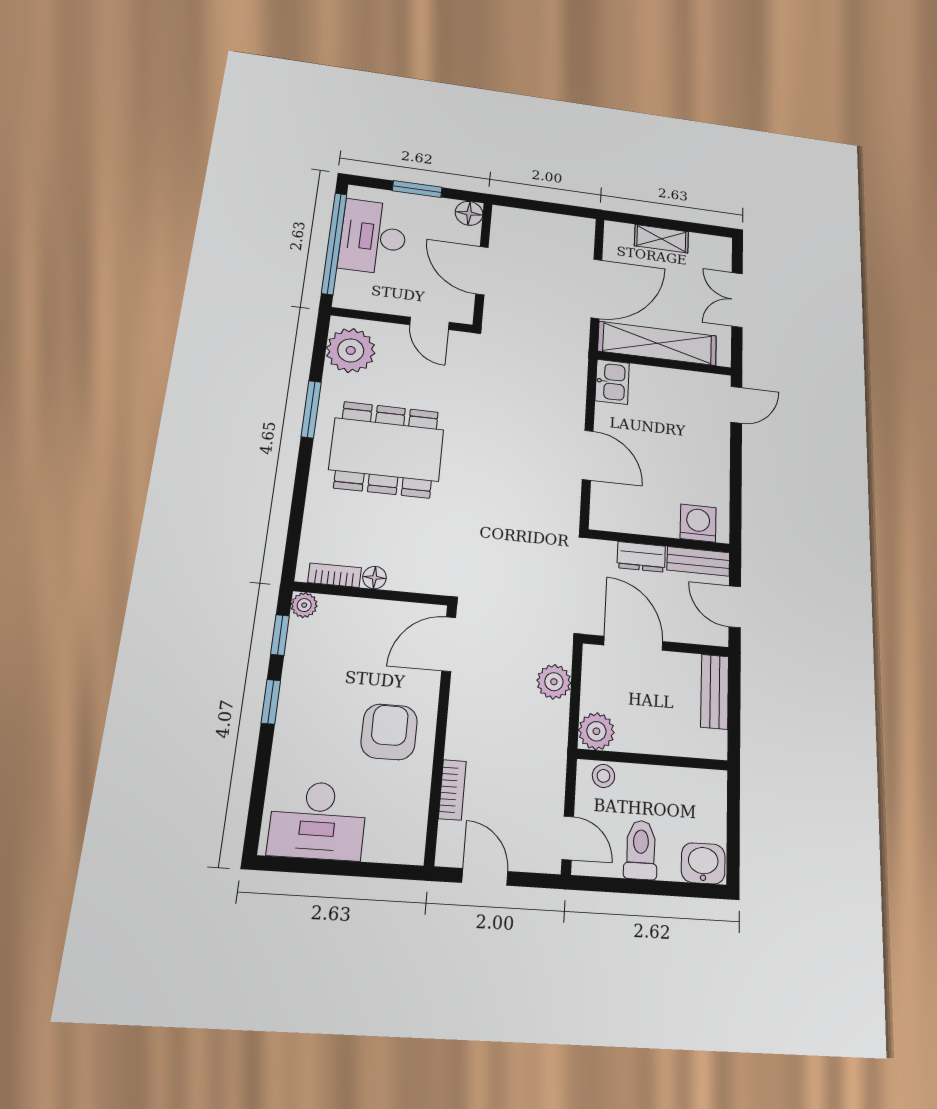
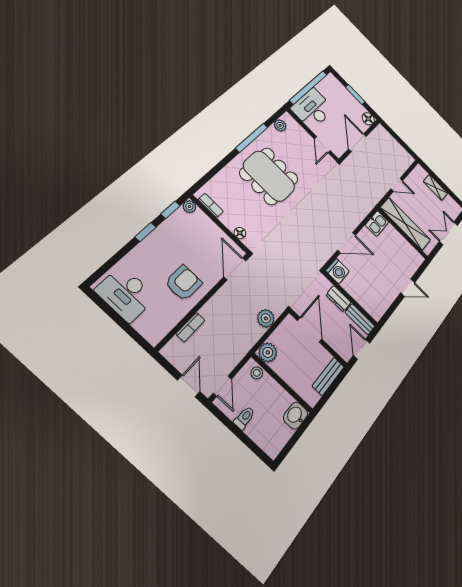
desk: (373, 237) -> (313, 109), moved
door: (596, 289) -> (397, 185), width x0.53
plant: (351, 350) -> (280, 125), width x0.53, depth x0.53
door: (736, 405) -> (408, 288), moved
window: (311, 409) -> (252, 138), width x1.44
door: (588, 455) -> (347, 243), hinge flipped
washing machine: (698, 523) -> (338, 271), moved, turned 90
floor lamp: (375, 578) -> (240, 233), moved
door: (449, 644) -> (235, 269), hinge flipped
toilet: (641, 850) -> (244, 418), width x0.73, depth x0.72
washbasin: (703, 863) -> (296, 416), moved, turned -90
door: (485, 877) -> (189, 386), moved

